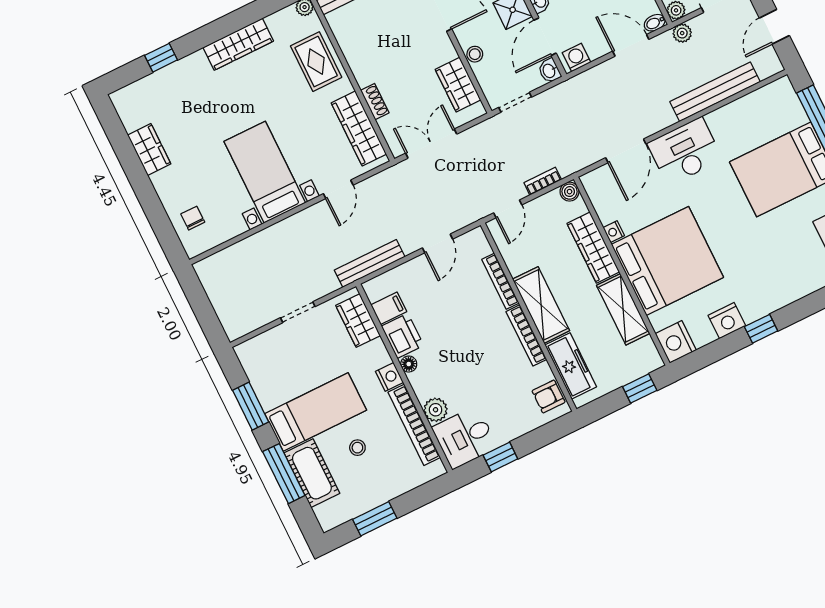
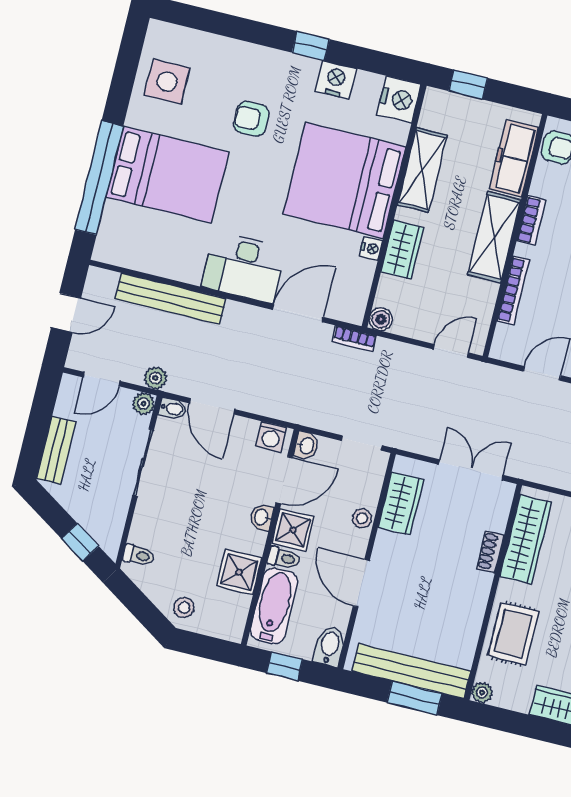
double door: (431, 144) -> (471, 470), swing flipped
bookcase: (543, 181) -> (354, 339), moved
wardrobe: (593, 248) -> (402, 250), width x0.67
armchair: (760, 250) -> (251, 119), added
bookcase: (526, 335) -> (531, 221), width x0.64

